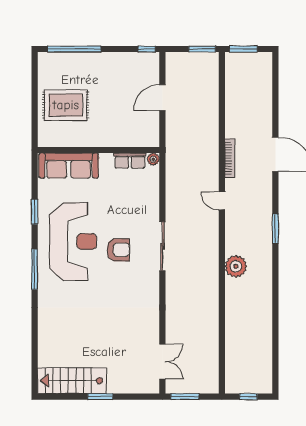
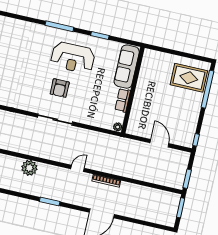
rug: (66, 105) -> (189, 78), moved, turned 90
row of seats: (130, 161) -> (123, 100), moved
reception desk: (73, 241) -> (73, 58), width x0.74, depth x0.77

